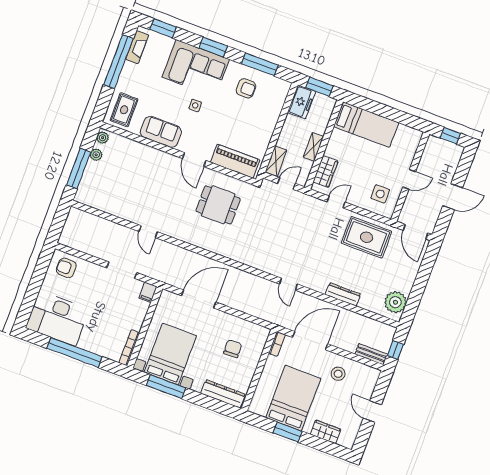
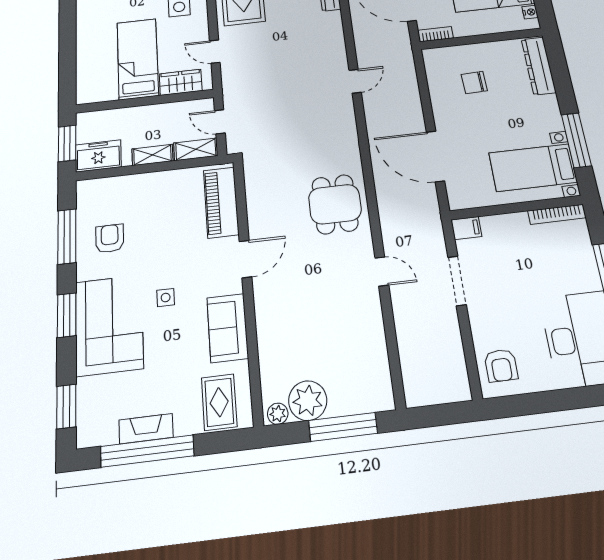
fireplace: (137, 47) -> (146, 429), moved
rug: (124, 110) -> (219, 402), turned 90
bed: (366, 125) -> (138, 59), moved
shelving: (313, 147) -> (152, 155), moved
plant: (96, 155) -> (308, 401), width x1.88, depth x1.88
dining table: (218, 205) -> (335, 204), moved
door: (148, 232) -> (382, 271), hinge flipped
door: (288, 284) -> (355, 81), moved
bed with nightstands: (170, 354) -> (533, 168), width x0.73
nightstand: (261, 411) -> (530, 12), added

